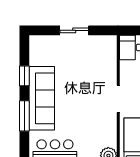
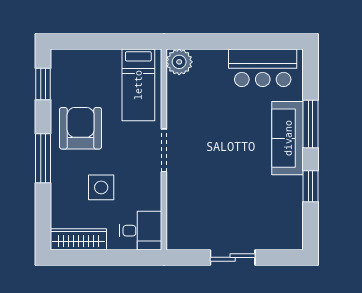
sofa: (42, 98) -> (288, 138), width x0.74, depth x0.79

